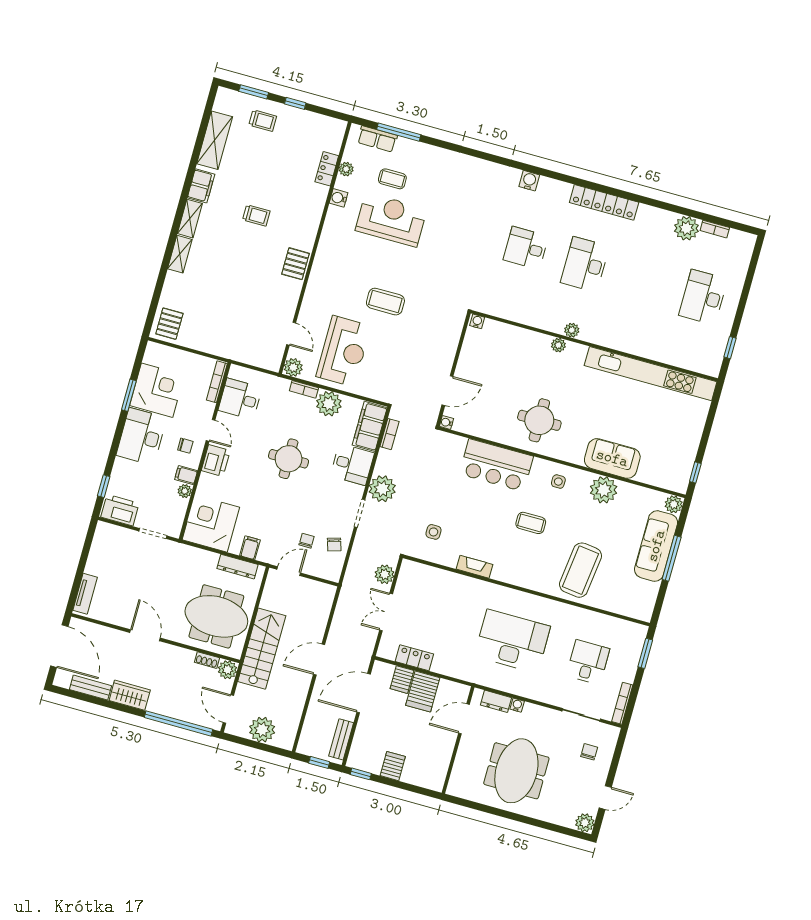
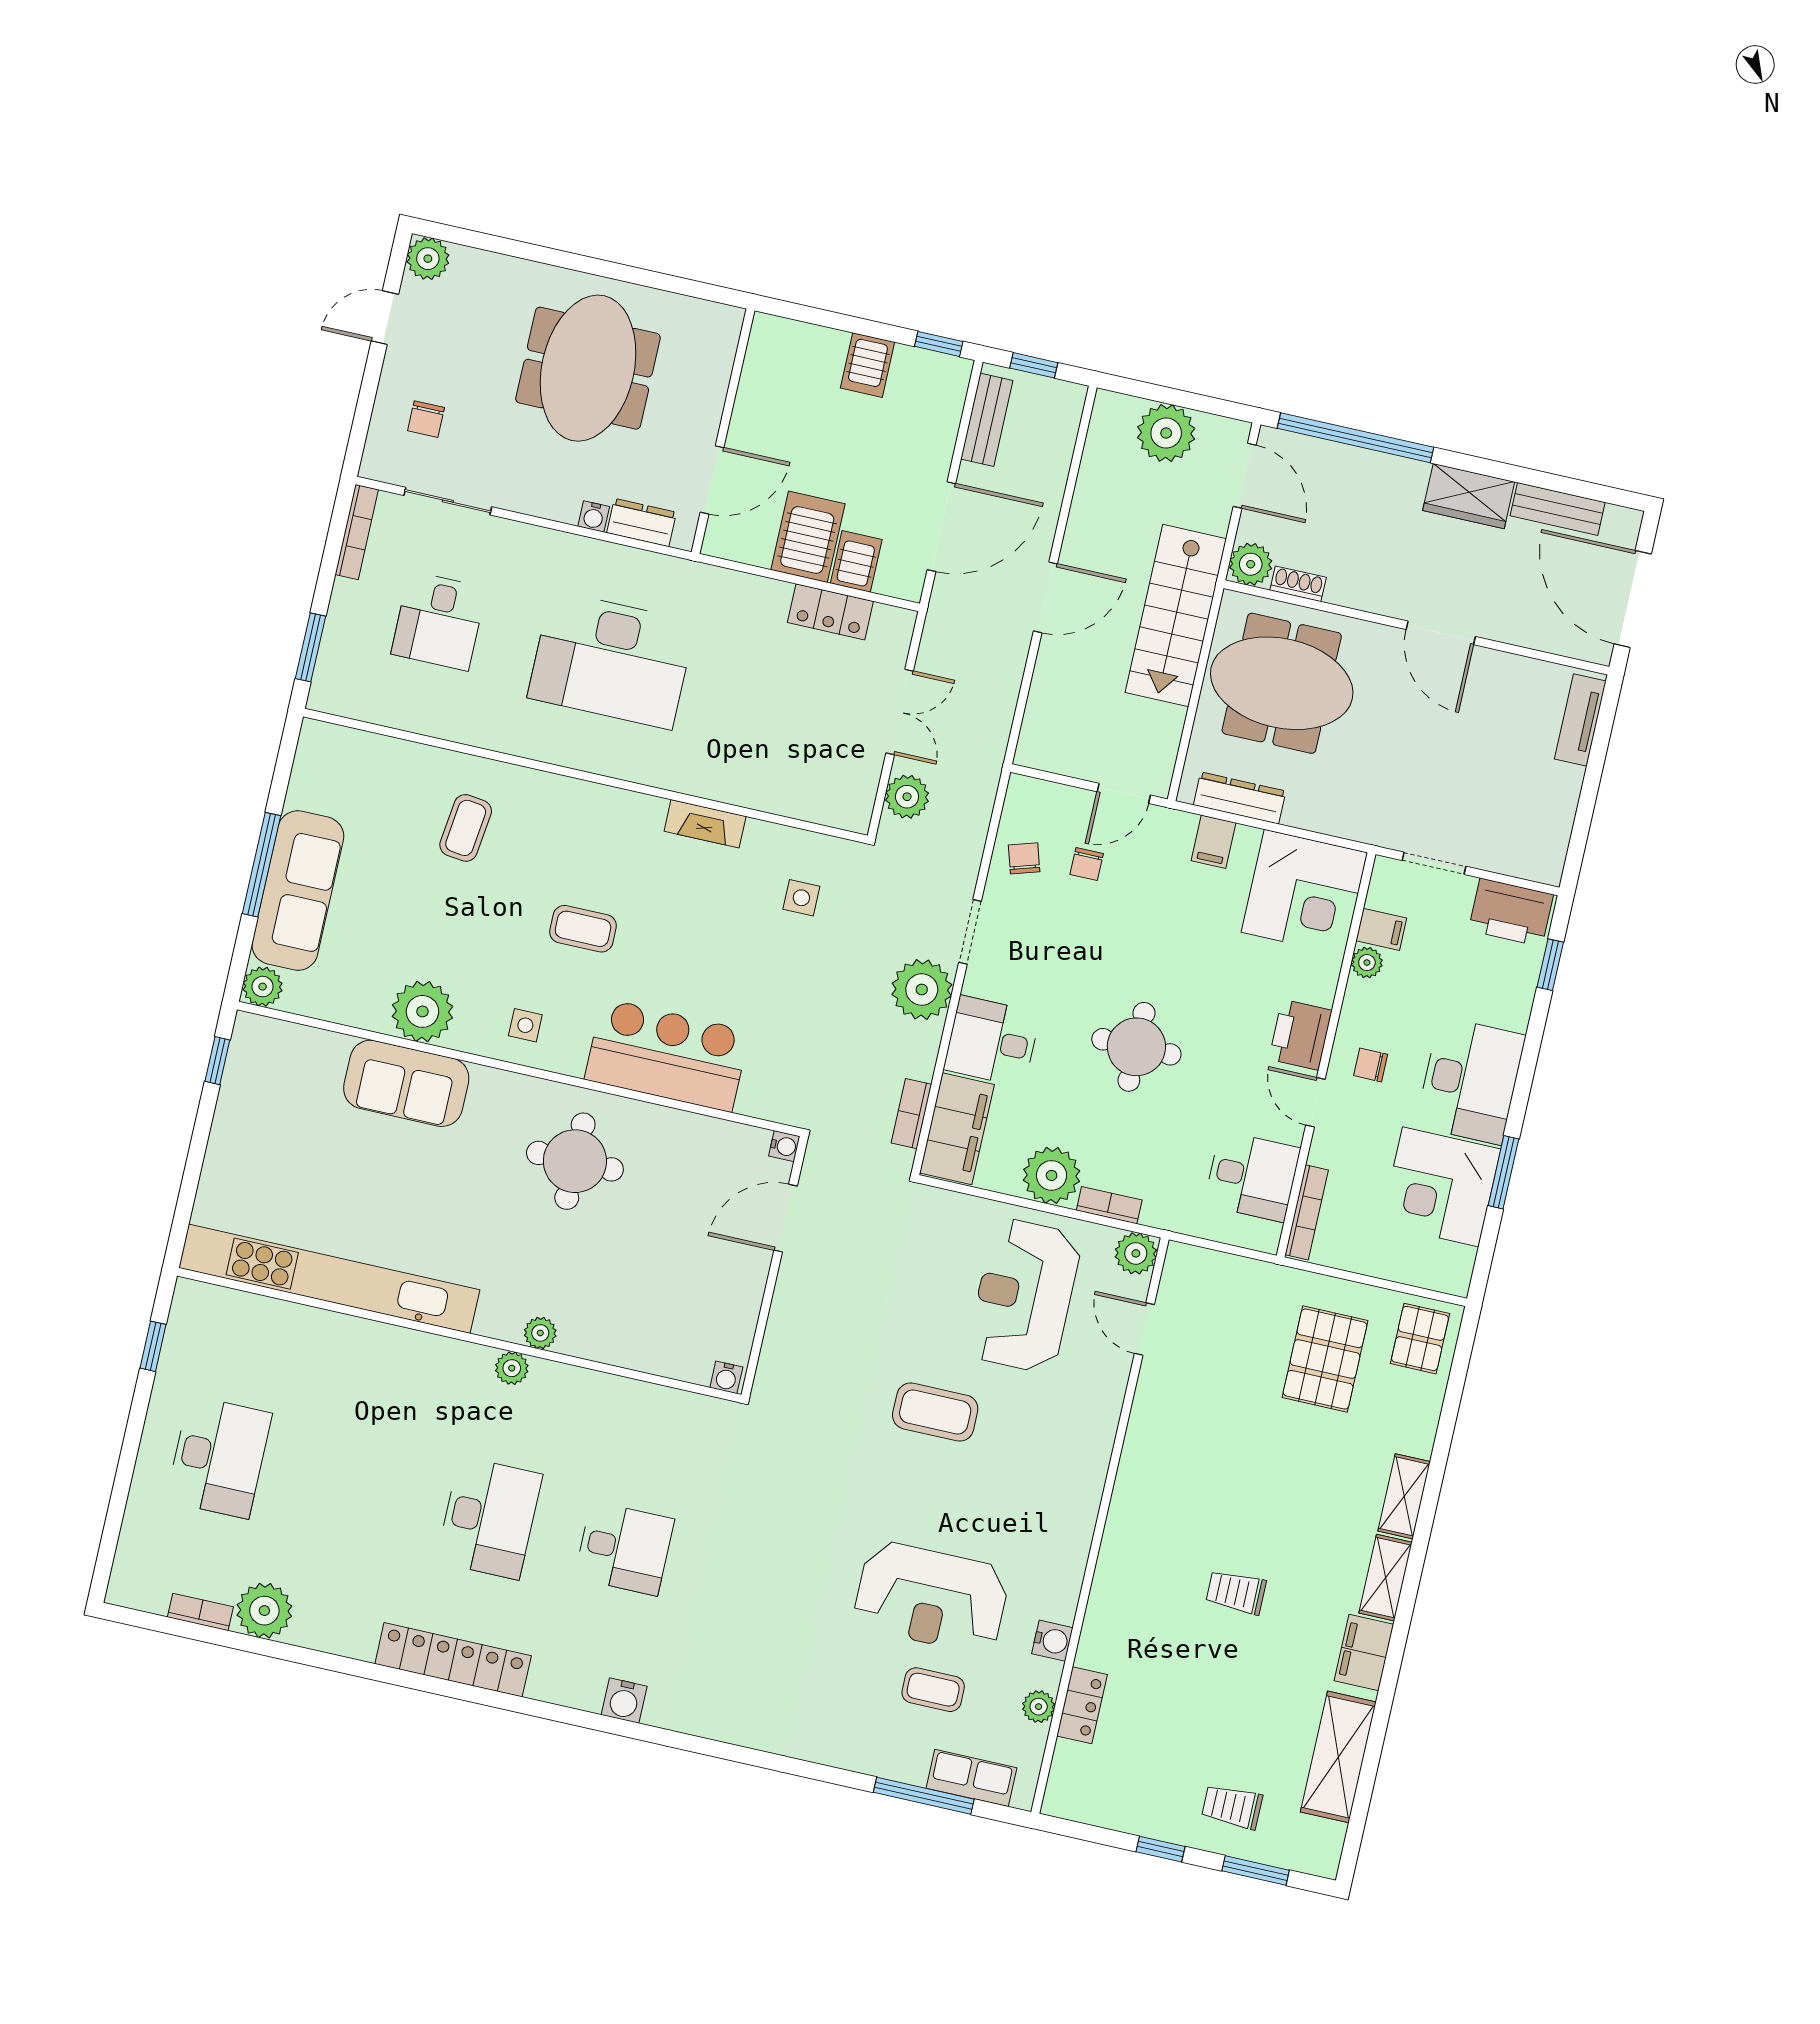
pallet: (295, 264) -> (1325, 1359), moved, width x1.50, depth x1.42
filing cabinet: (186, 475) -> (1381, 929), moved
coffee table: (580, 570) -> (466, 828), width x0.54, depth x0.58

